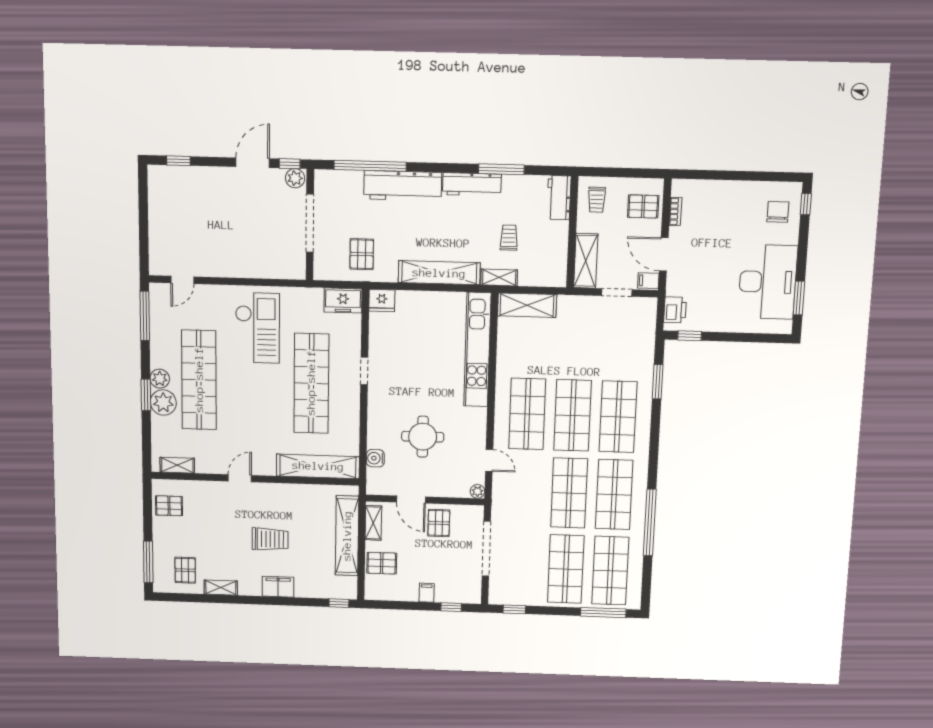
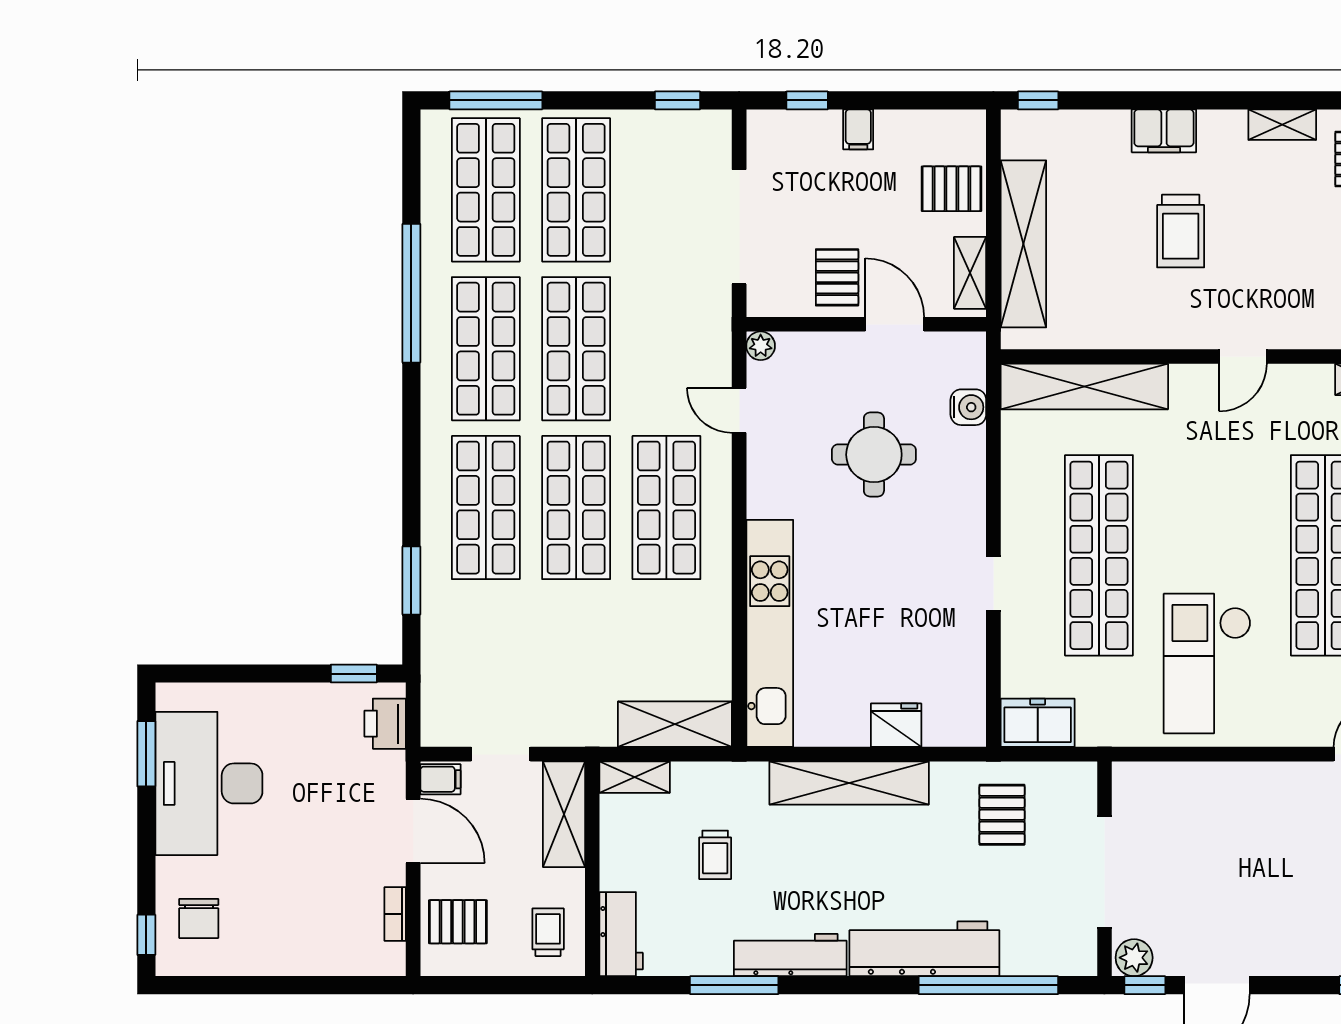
shelving: (499, 277) -> (635, 777), moved
fridge: (382, 300) -> (896, 725), moved
trolley: (270, 539) -> (1181, 231), turned -90

